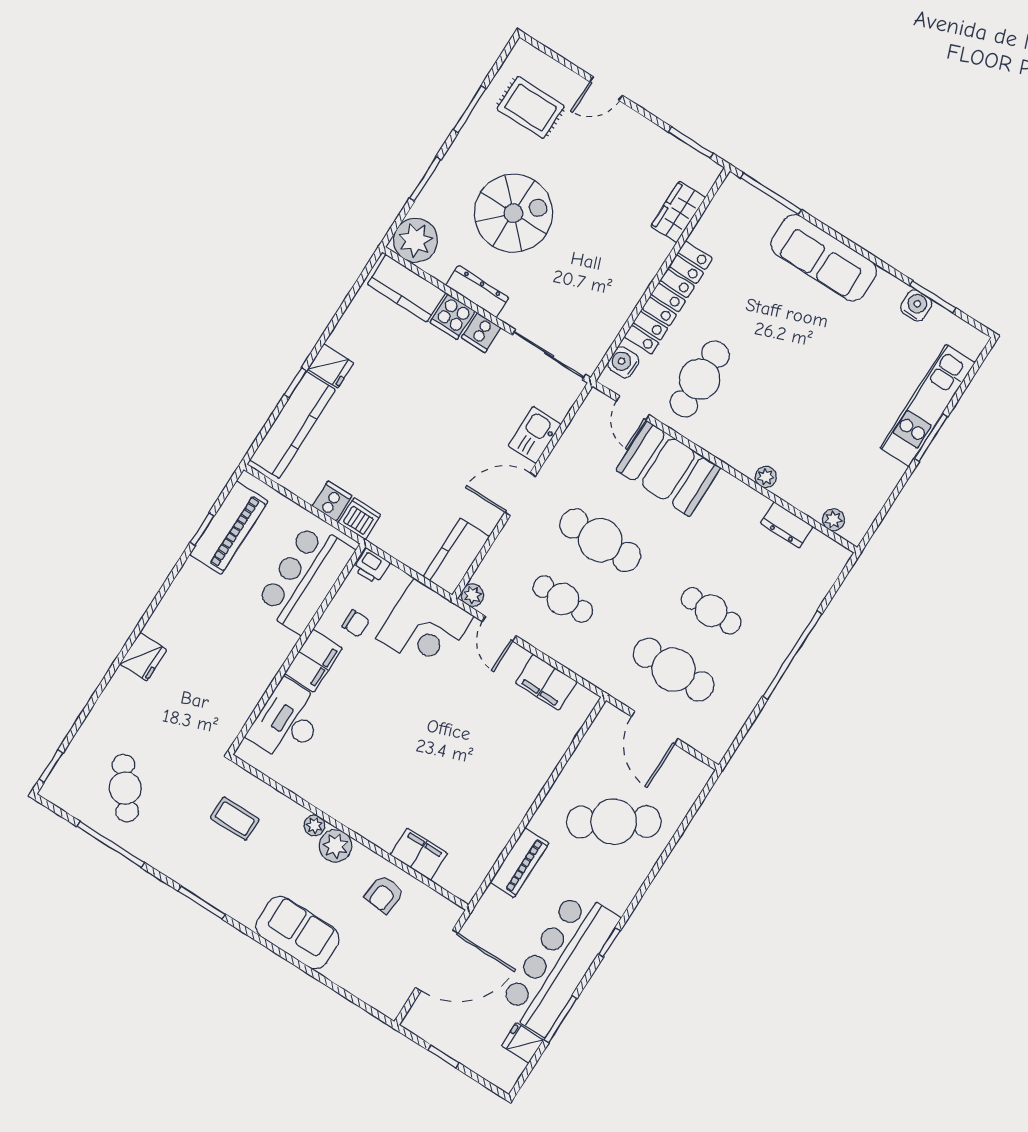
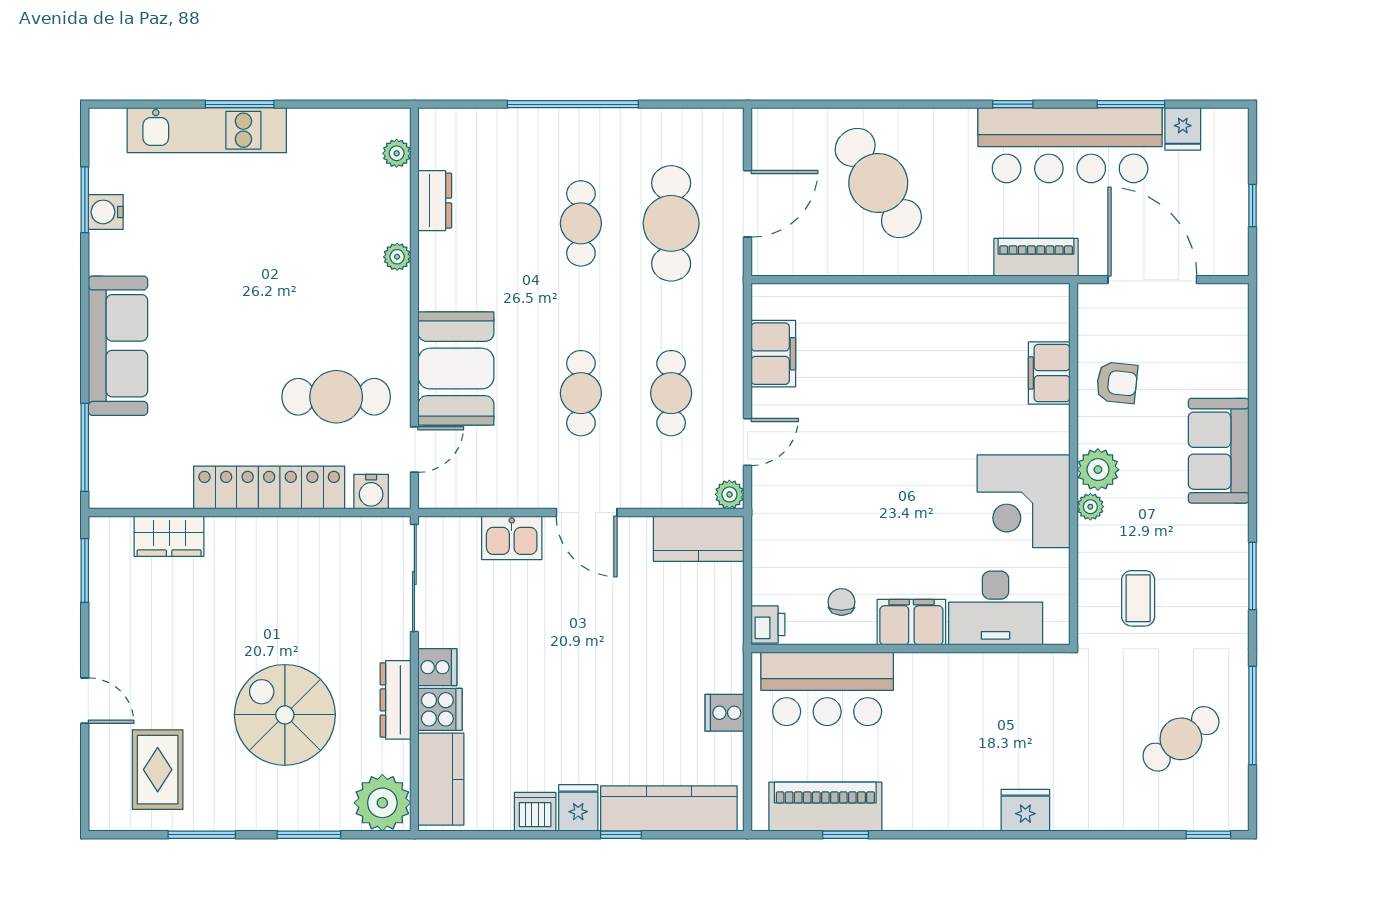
dishwasher: (359, 519) -> (535, 812), moved, turned 90
cafe table: (600, 540) -> (581, 393), width x0.73, depth x0.74
corner desk: (425, 627) -> (1023, 501), moved, turned 180
piano: (520, 863) -> (1036, 257), moved

